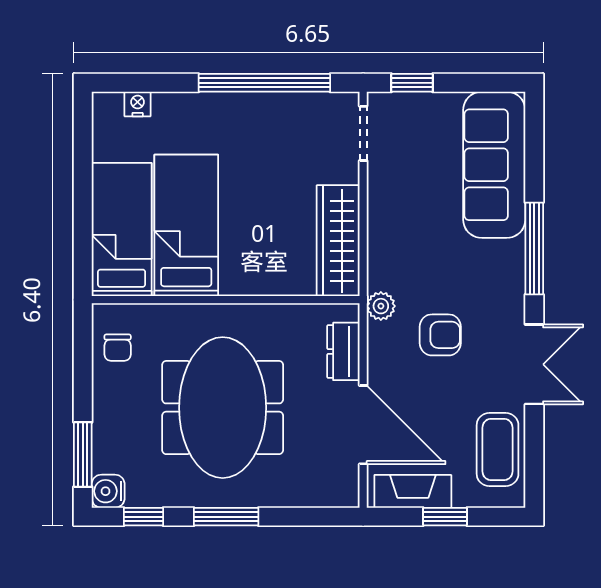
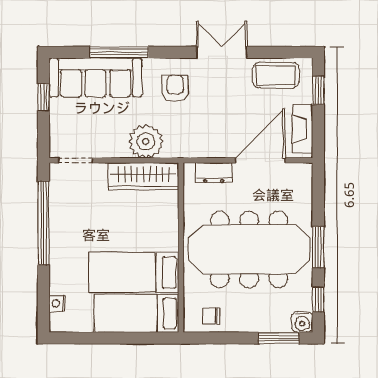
window: (412, 83) -> (44, 97), moved
window: (534, 248) -> (119, 52), moved
plant: (381, 306) -> (146, 141), moved, width x1.88, depth x1.88
armchair: (440, 335) -> (175, 88), moved
chair: (118, 348) -> (211, 316), turned 180
meeting table: (223, 408) -> (249, 249), width x1.36
window: (445, 517) -> (318, 91), moved

